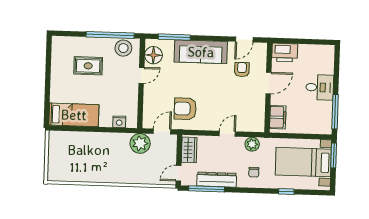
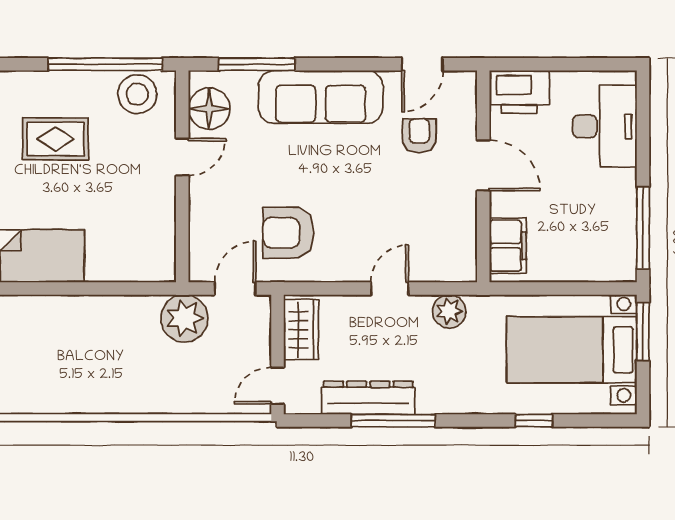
door: (268, 83) -> (483, 166), hinge flipped
desk: (320, 87) -> (605, 126), moved, width x1.37
nightstand: (119, 122) -> (133, 269), removed
chair: (254, 172) -> (456, 377), removed
window: (206, 189) -> (393, 421), moved

